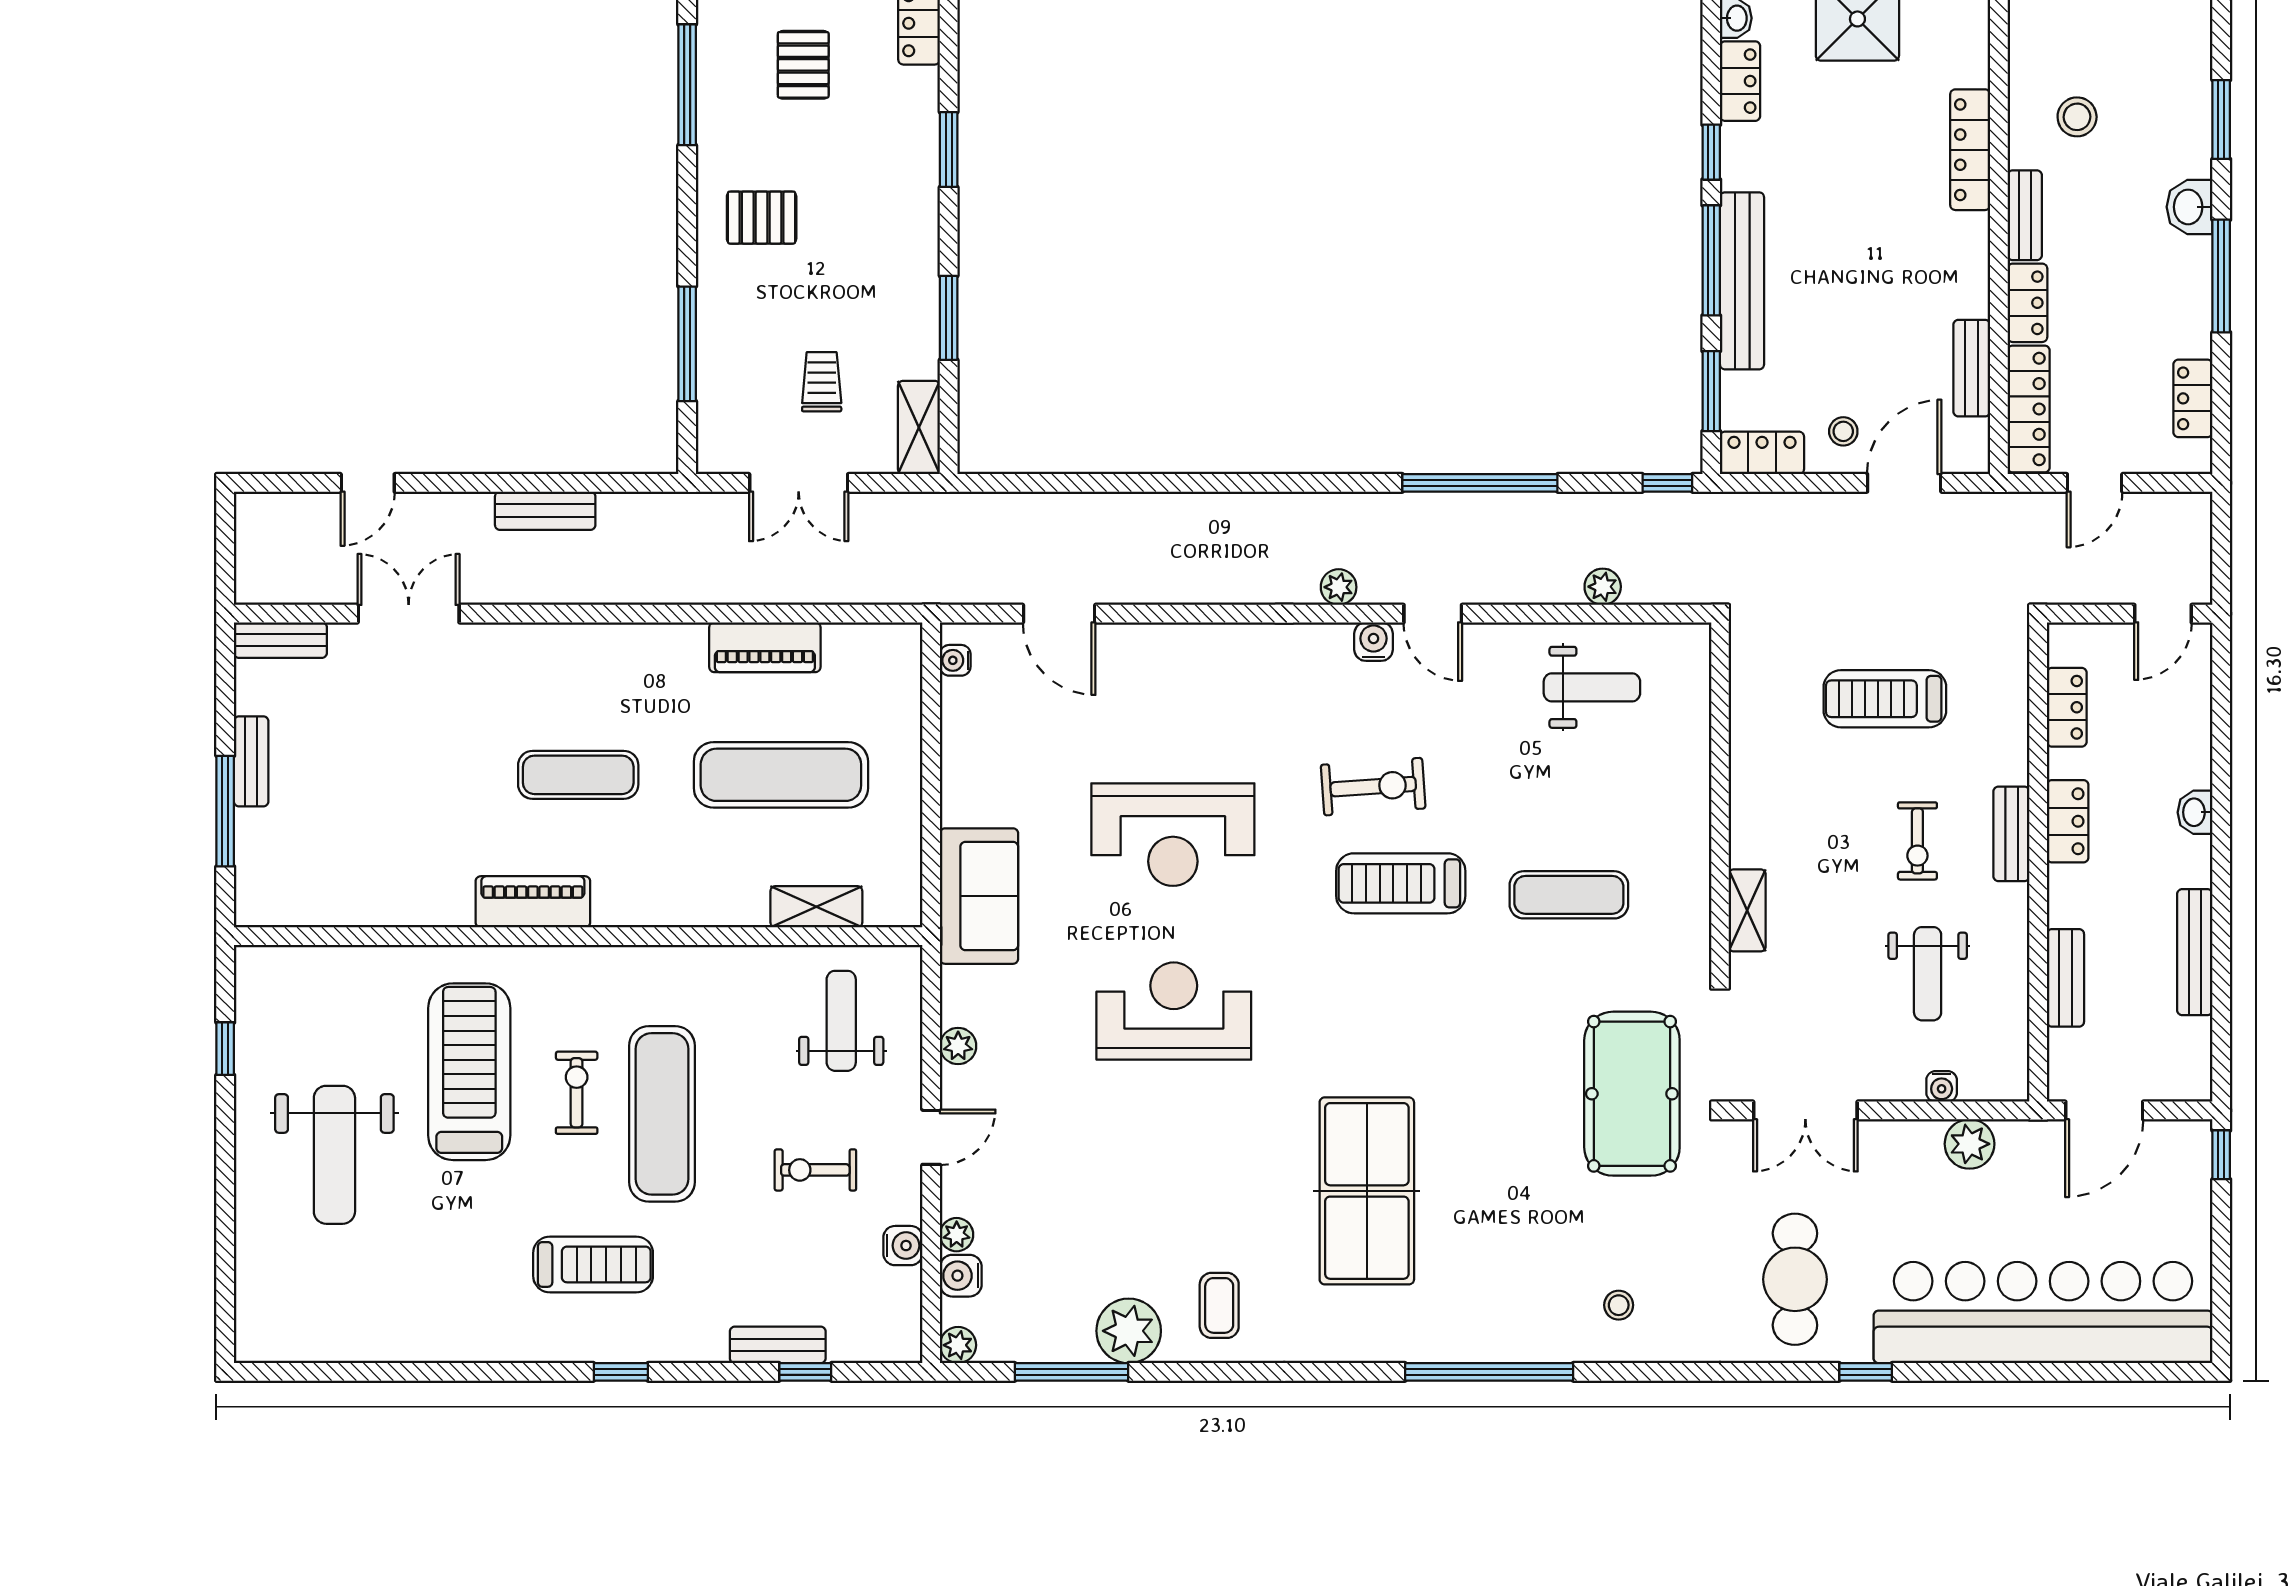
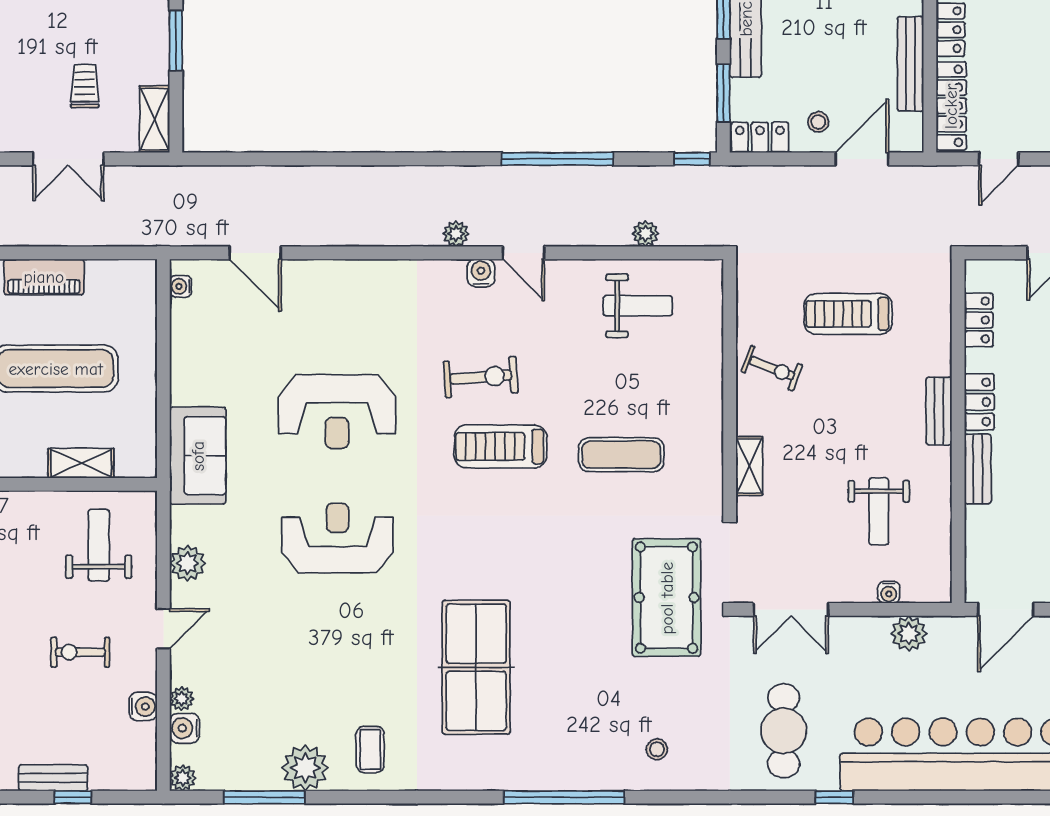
bench: (1972, 368) -> (910, 64), width x1.36
exercise bike: (1917, 841) -> (772, 368), moved, turned -69
bench: (2065, 978) -> (978, 469), moved
plant: (958, 1046) -> (188, 563), width x1.38, depth x1.38

